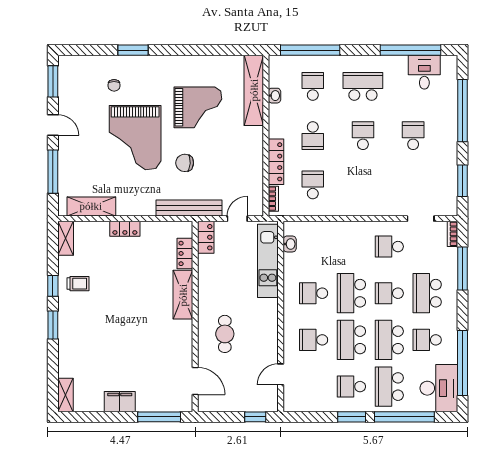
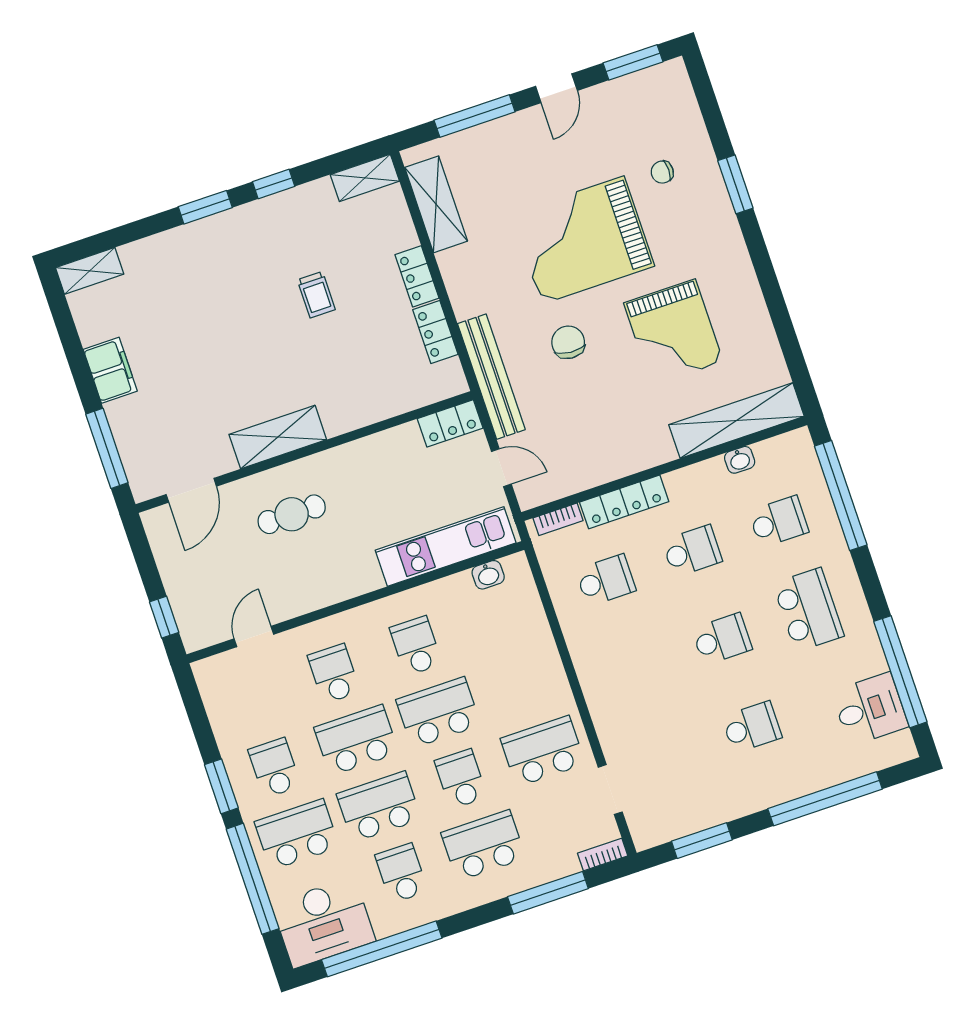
school desk: (313, 136) -> (692, 551), turned 180
school desk: (389, 247) -> (543, 751), width x1.85
locker: (185, 253) -> (435, 332), moved, turned -90
trolley: (78, 284) -> (316, 295), moved
shelving: (183, 295) -> (278, 437), moved
door: (281, 374) -> (254, 636), hinge flipped

